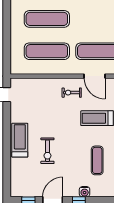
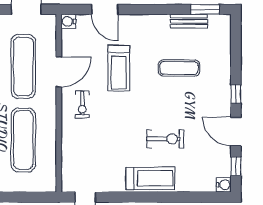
treadmill: (20, 140) -> (150, 178), turned 180
water cooler: (85, 192) -> (224, 185), moved

